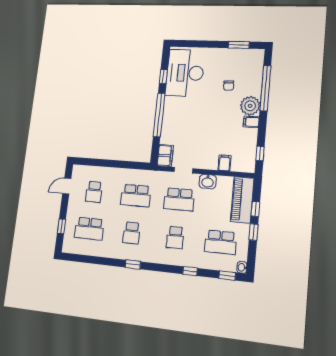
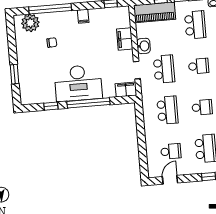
window: (239, 45) -> (15, 74), moved
desk: (185, 73) -> (78, 83), moved
plant: (250, 106) -> (30, 23), moved
filing cabinet: (225, 163) -> (125, 39), width x2.00
door: (67, 186) -> (170, 180), swing flipped

